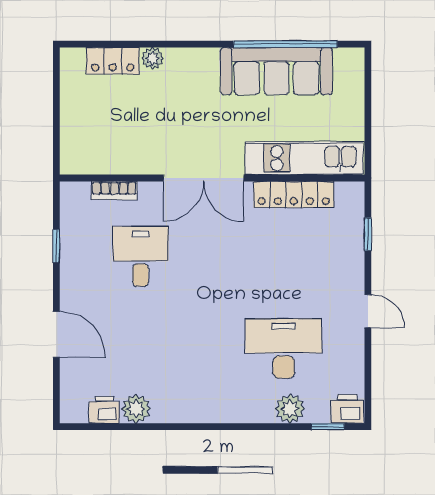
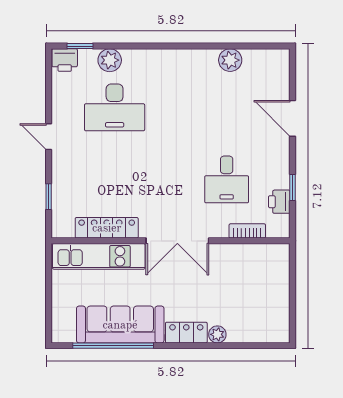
locker: (113, 61) -> (186, 333), moved
double door: (204, 178) -> (177, 241), swing flipped
printer: (104, 410) -> (279, 202), moved, turned 90

